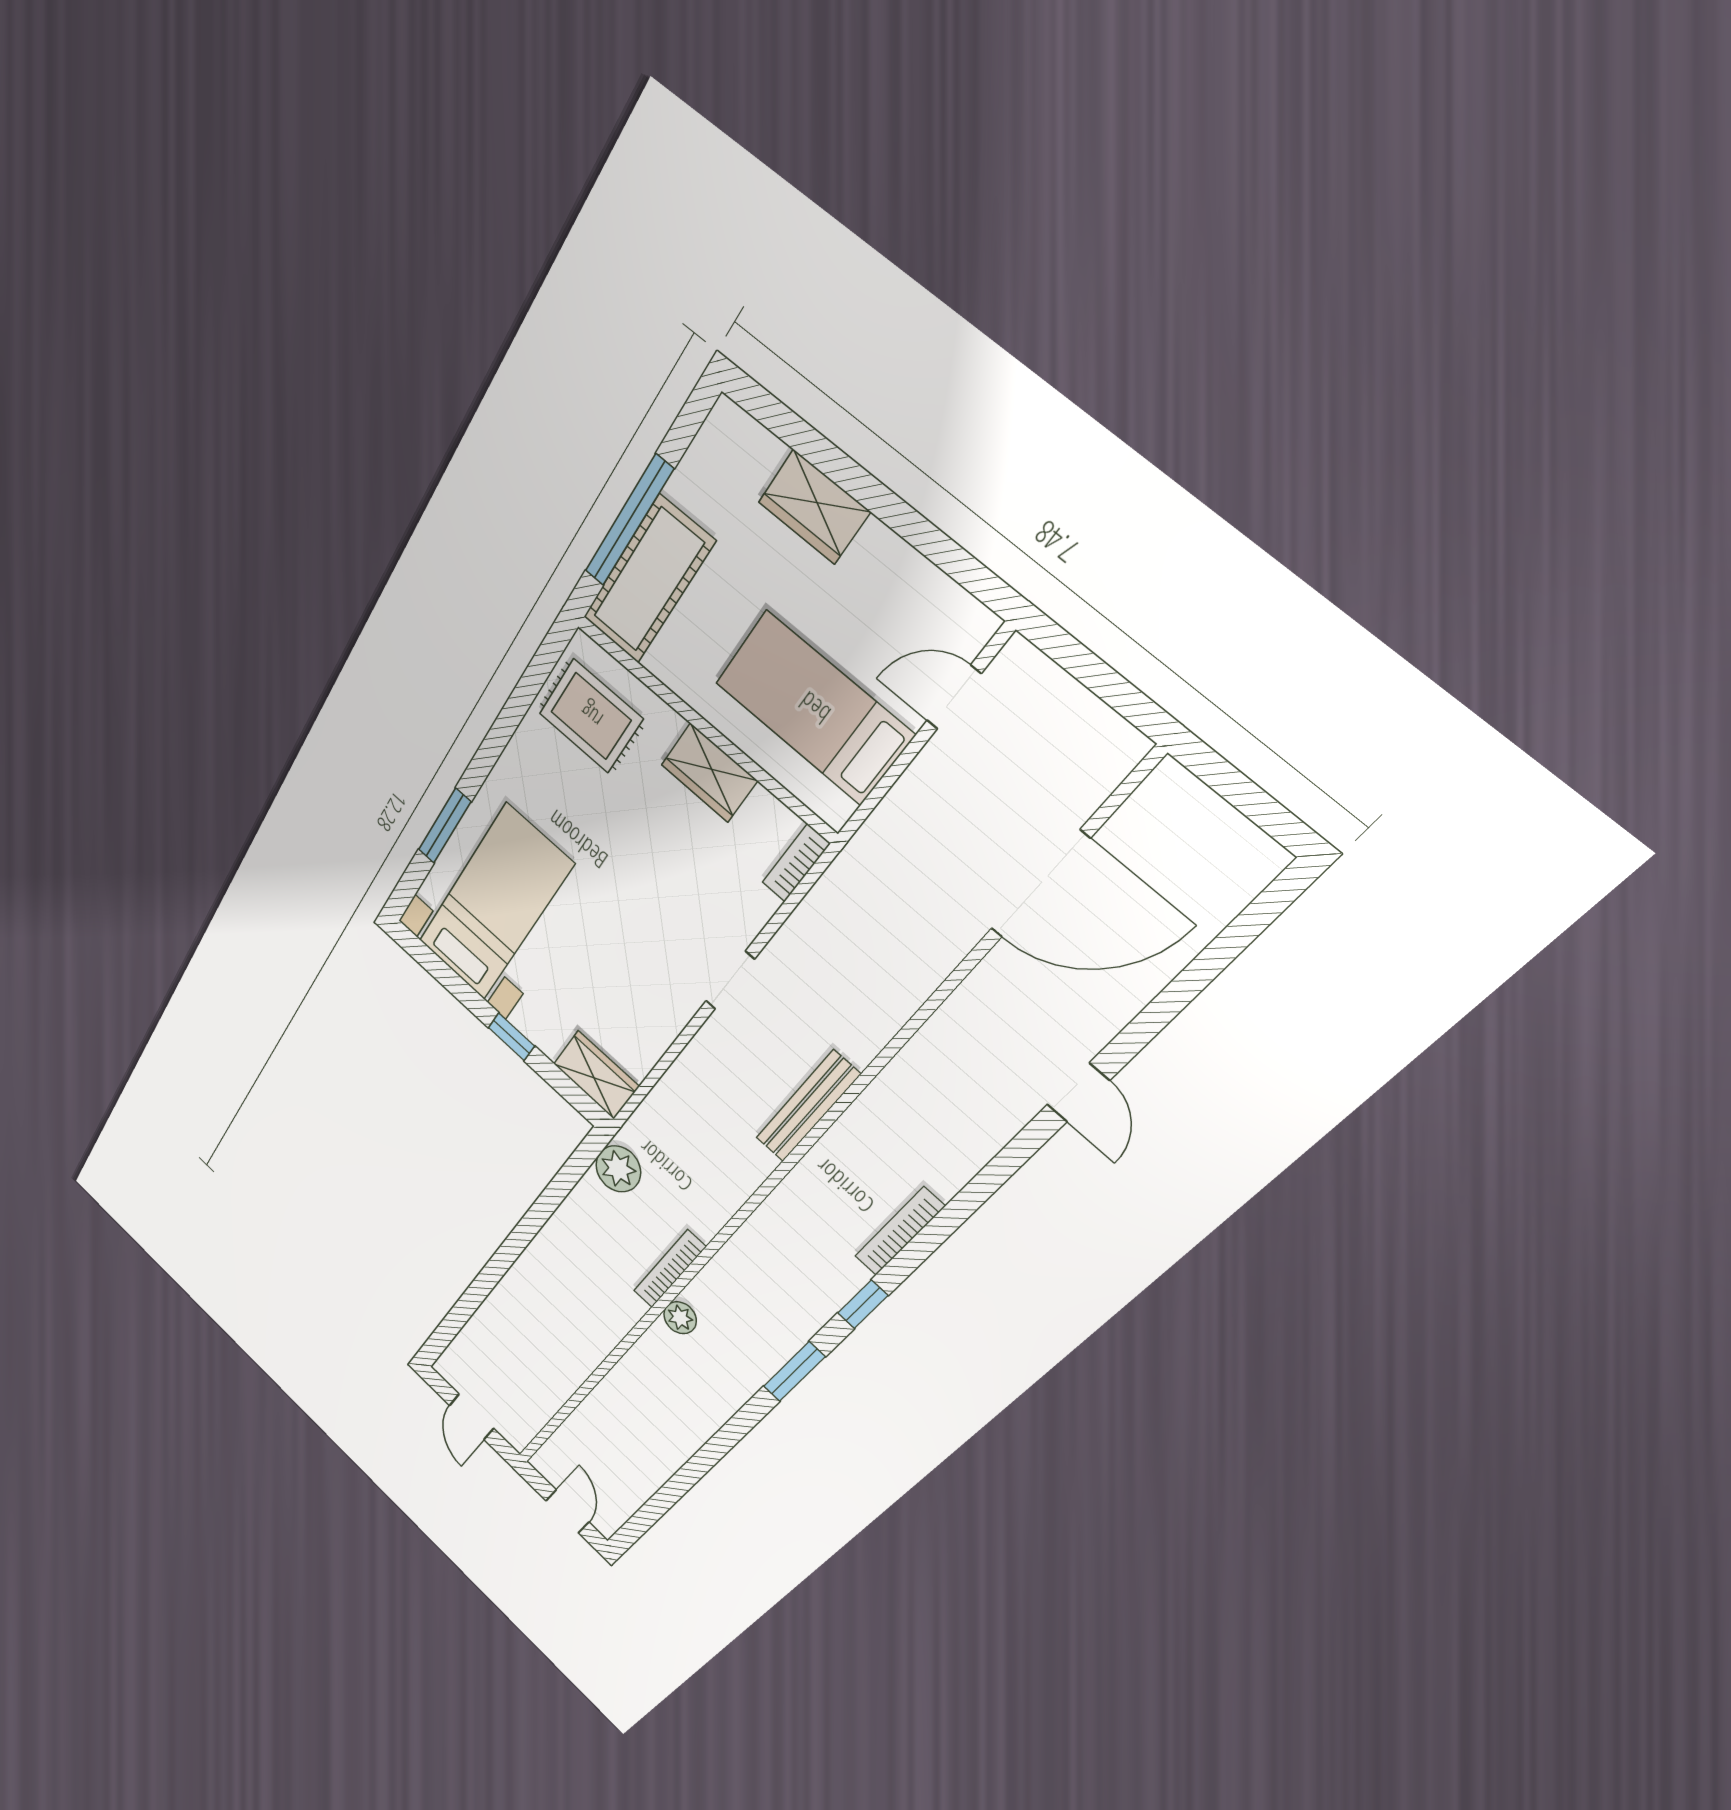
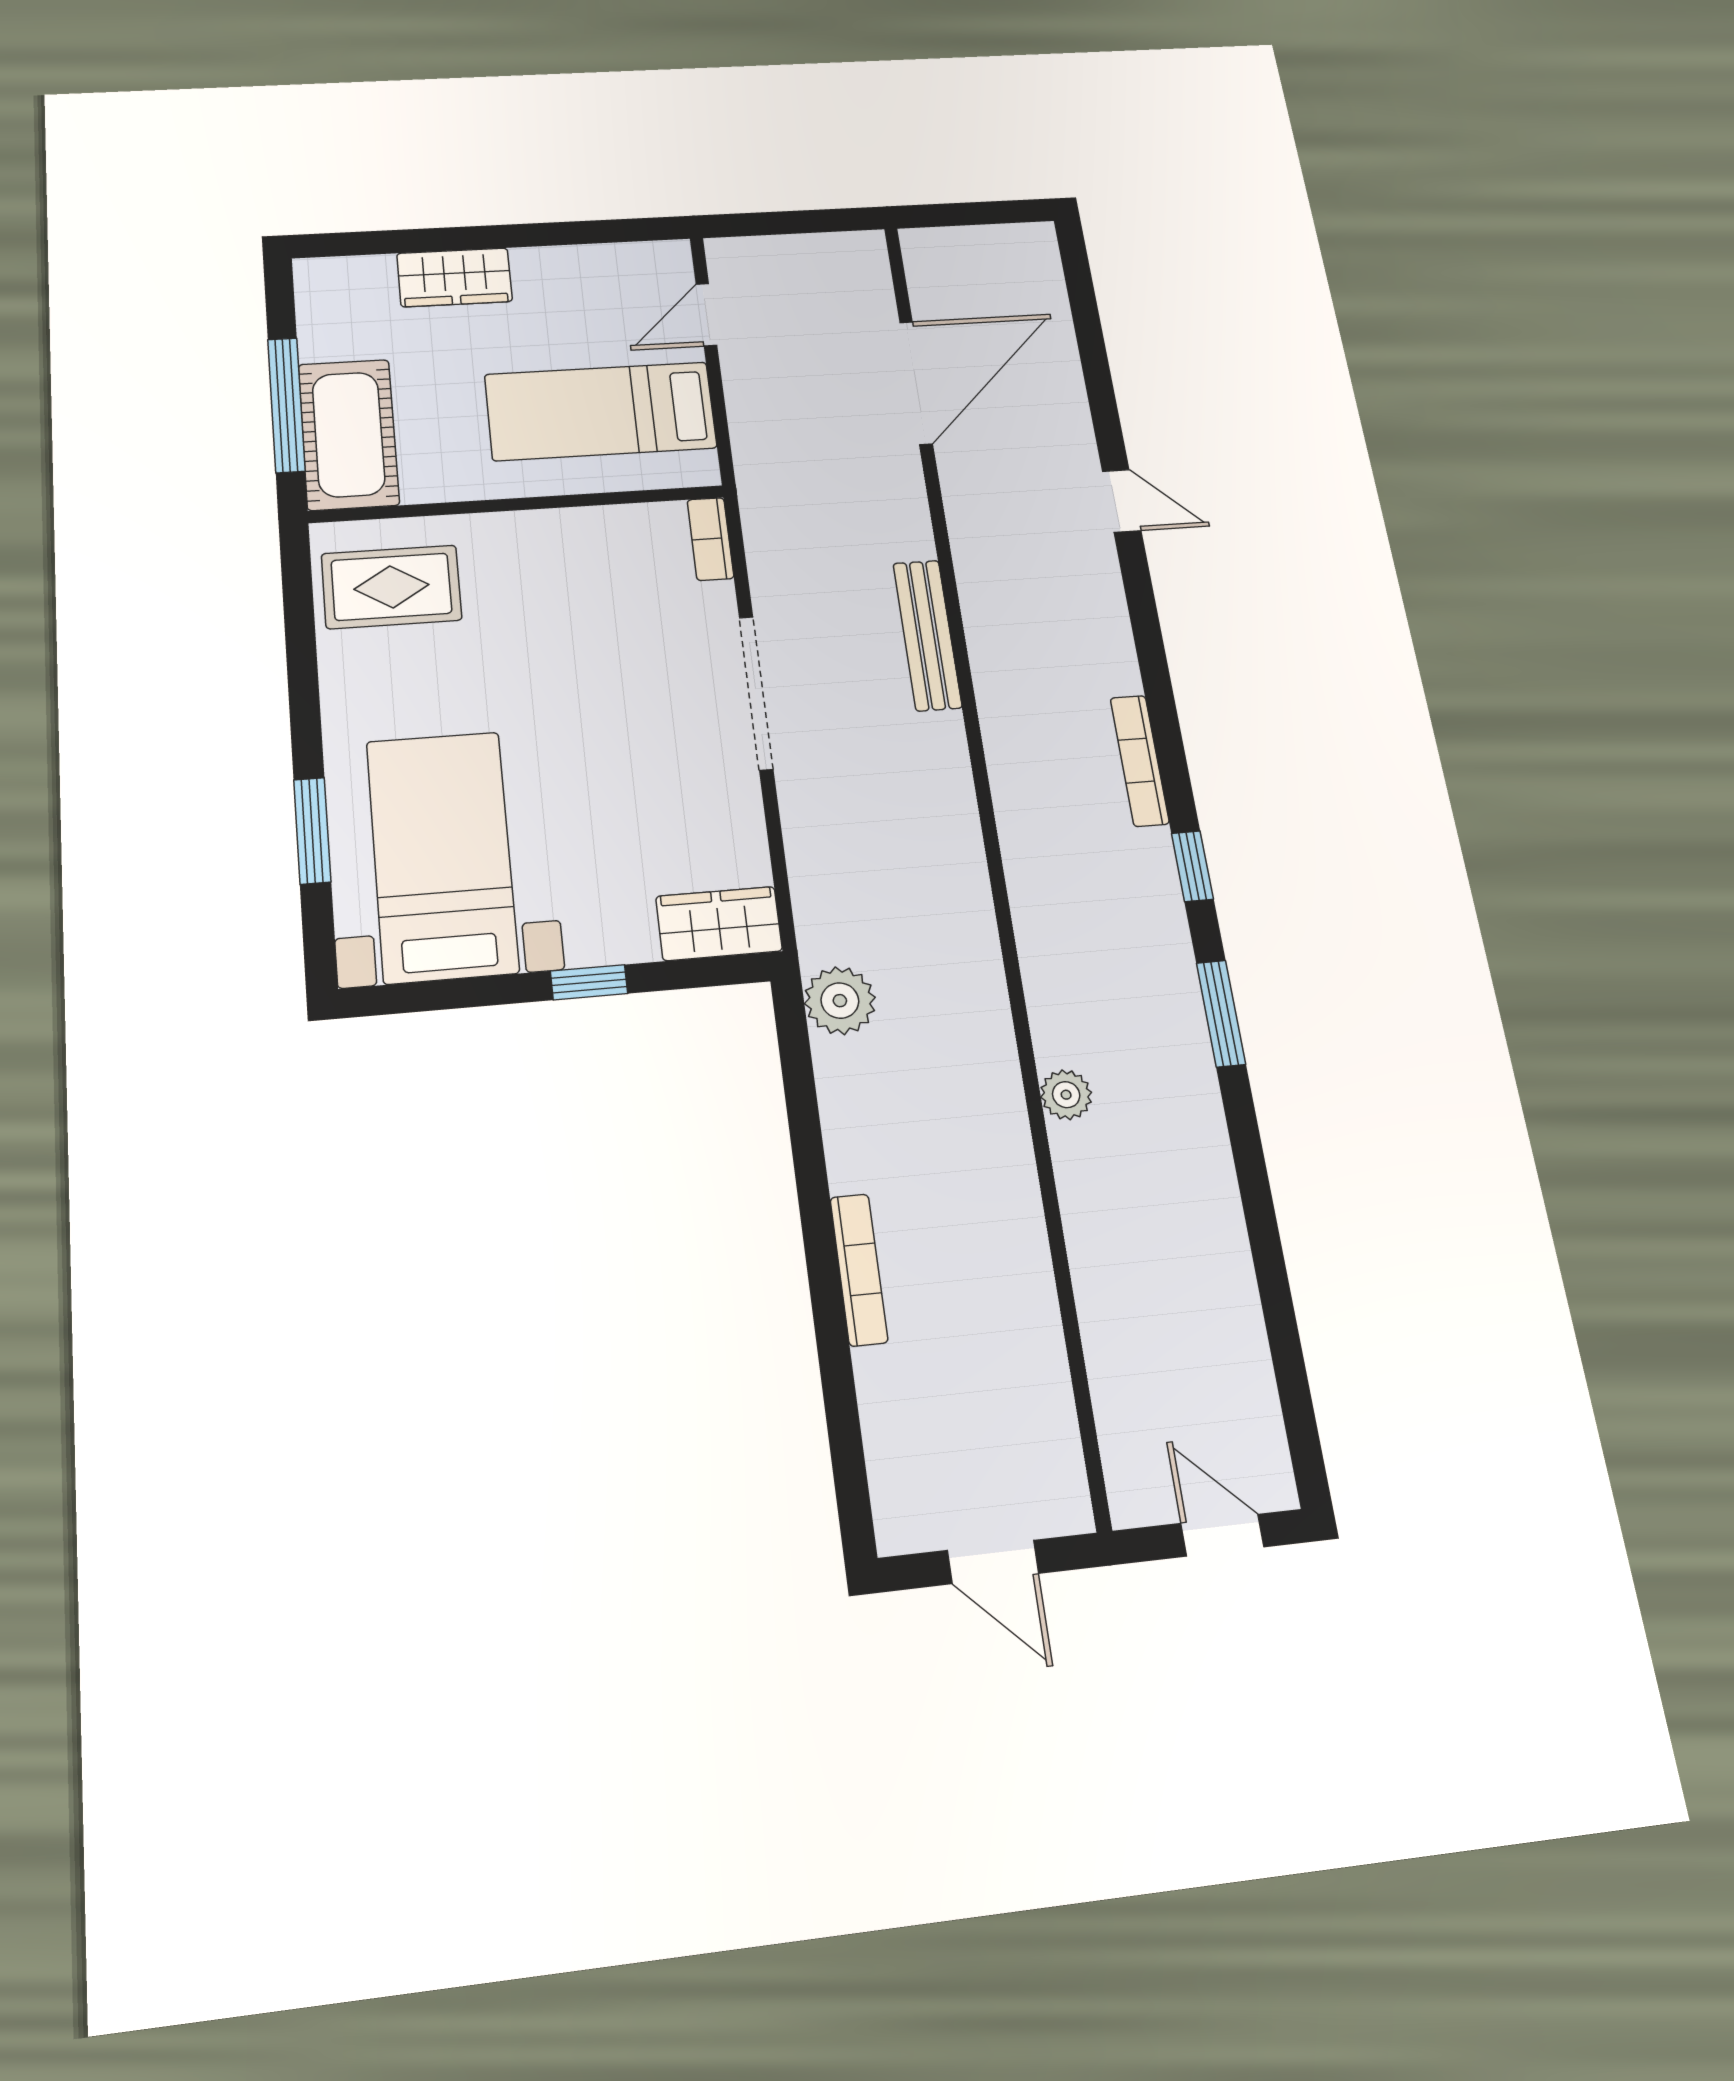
wardrobe: (709, 773) -> (557, 536), removed
doorway: (730, 980) -> (756, 693), width x1.88
bench: (808, 1106) -> (927, 635), moved
bookcase: (670, 1269) -> (859, 1270), moved, turned 180

